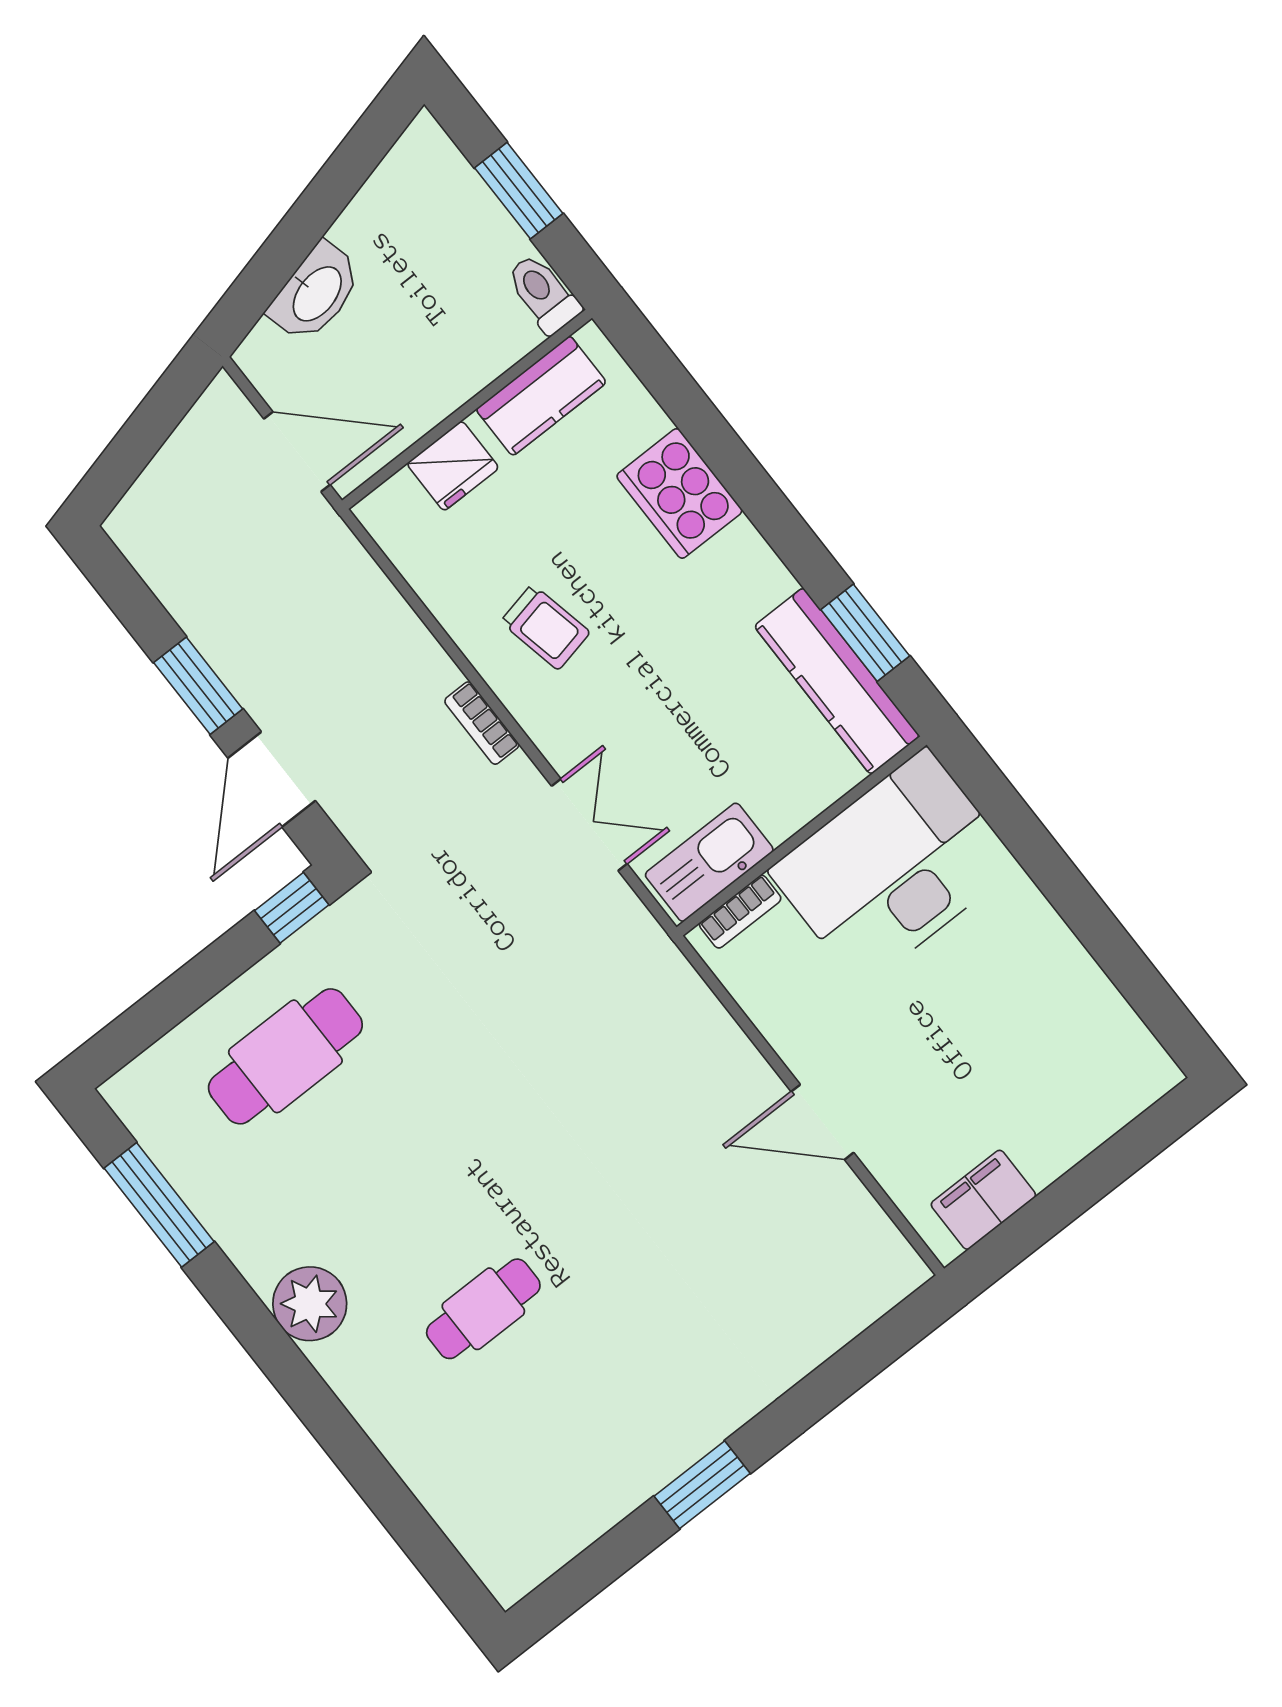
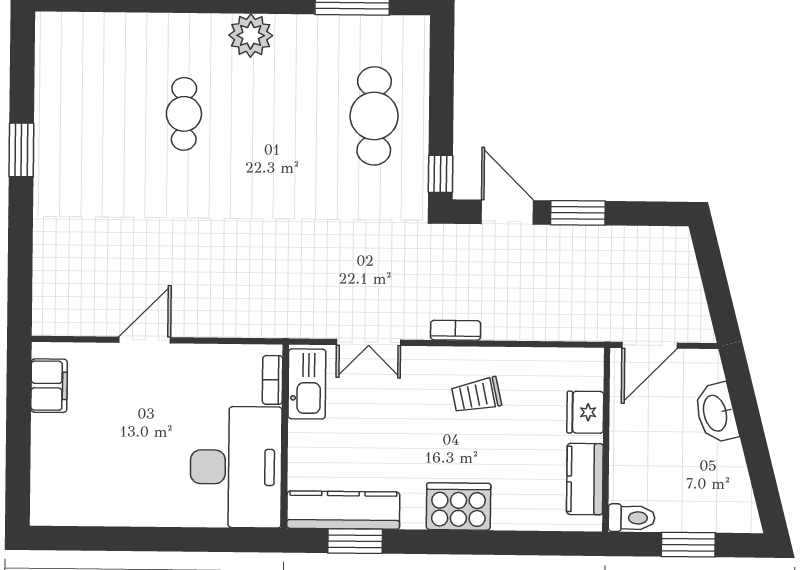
cooker: (679, 493) -> (458, 507), moved

